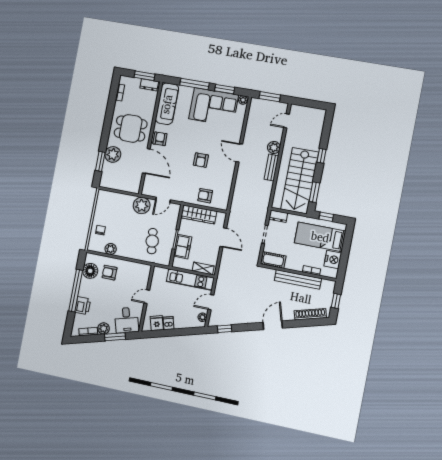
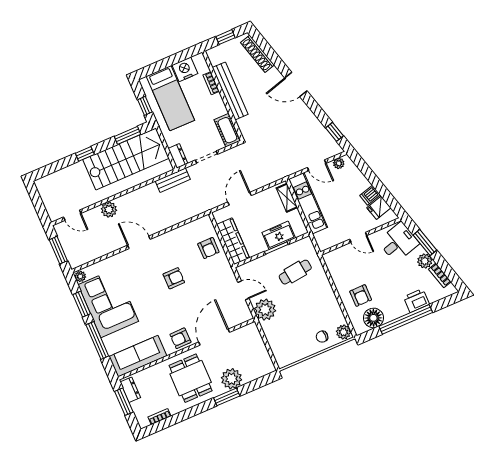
door: (239, 153) -> (139, 242), swing flipped
window: (100, 161) -> (227, 397), moved
bench: (271, 168) -> (173, 180), moved
plant: (111, 249) -> (344, 332), moved

